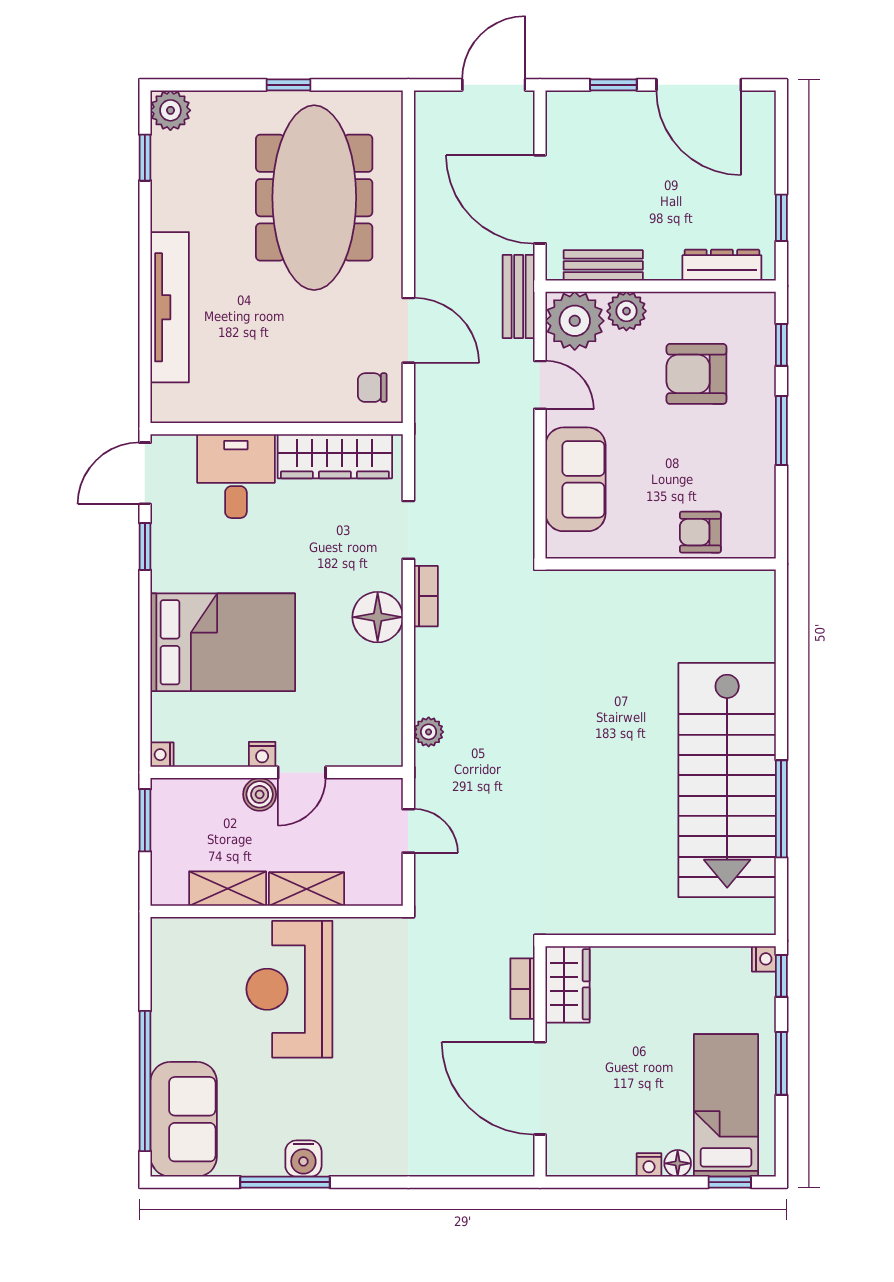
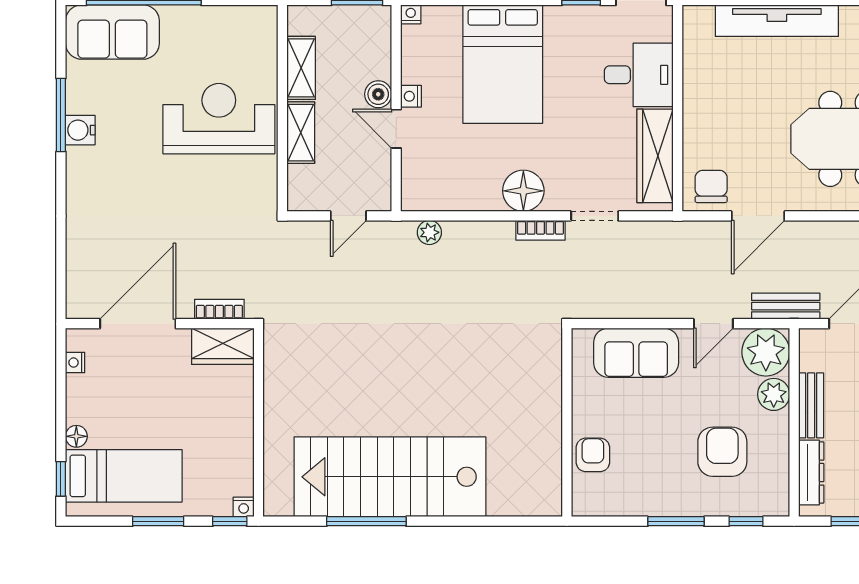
bench: (603, 265) -> (811, 405), moved
chair: (372, 388) -> (711, 186), width x1.37, depth x1.37
nightstand: (649, 1165) -> (75, 363), moved

